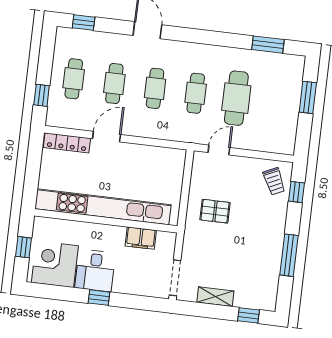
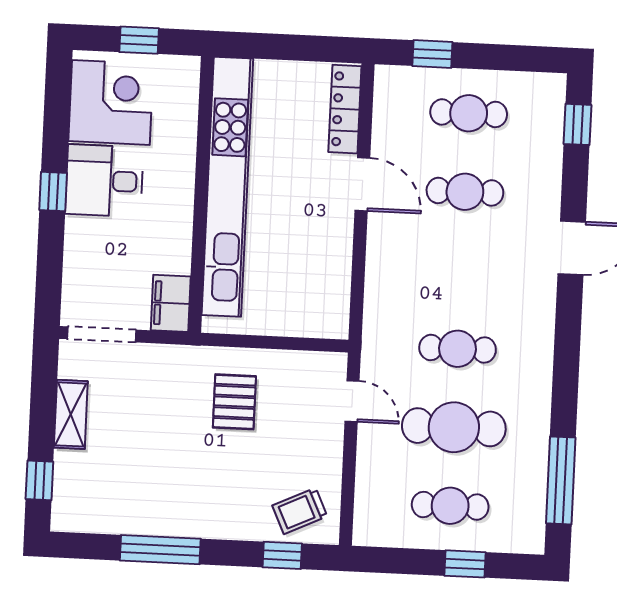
window: (268, 45) -> (561, 480), width x1.44
cafe table: (155, 88) -> (450, 506), moved
window: (308, 97) -> (465, 564), width x0.67
filing cabinet: (141, 238) -> (171, 303), moved

